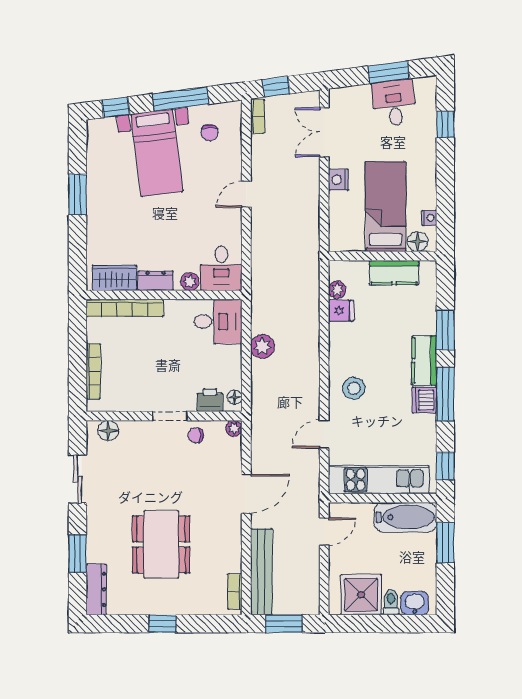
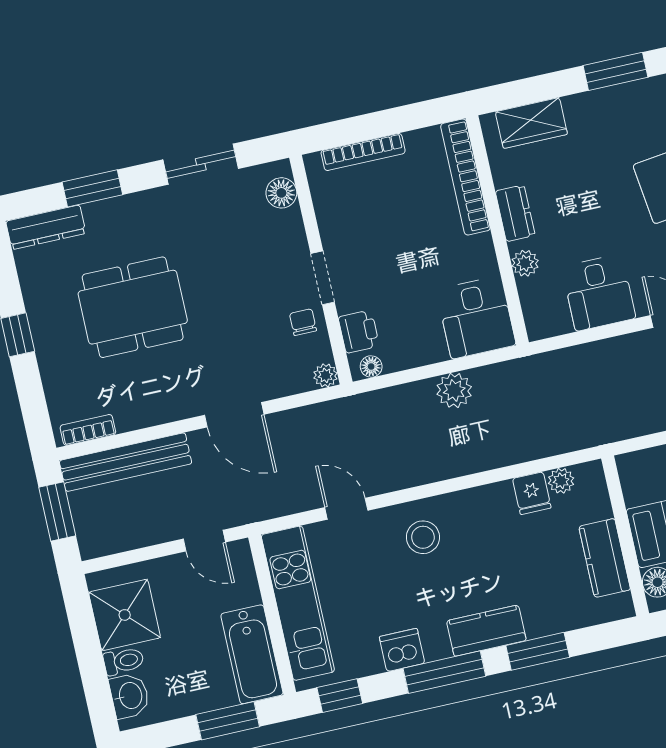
desk: (221, 268) -> (599, 292), moved, turned -90
wardrobe: (114, 278) -> (531, 123), moved, turned 90
dishwasher: (424, 400) -> (402, 650), moved

